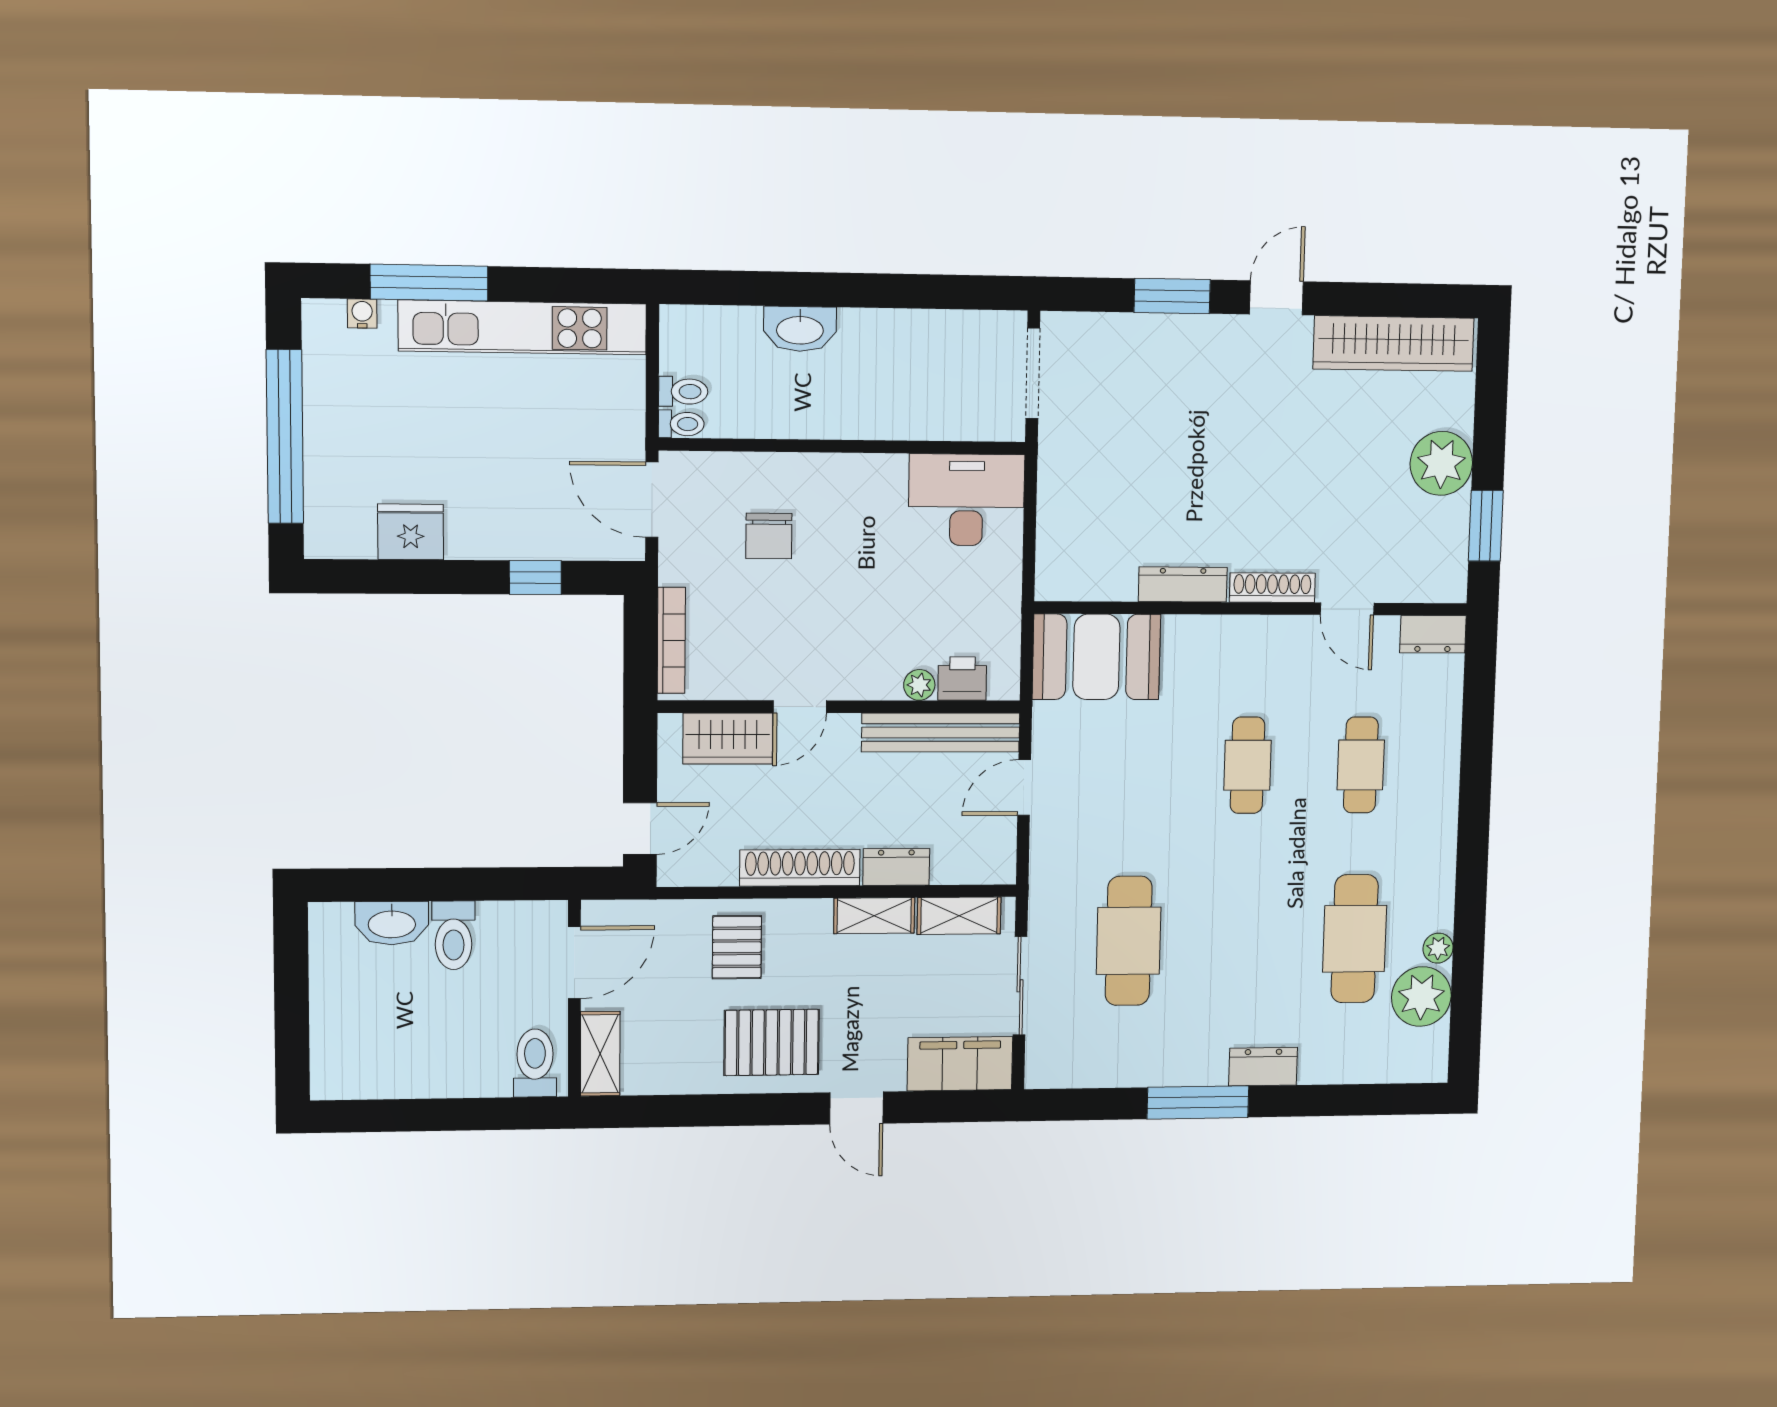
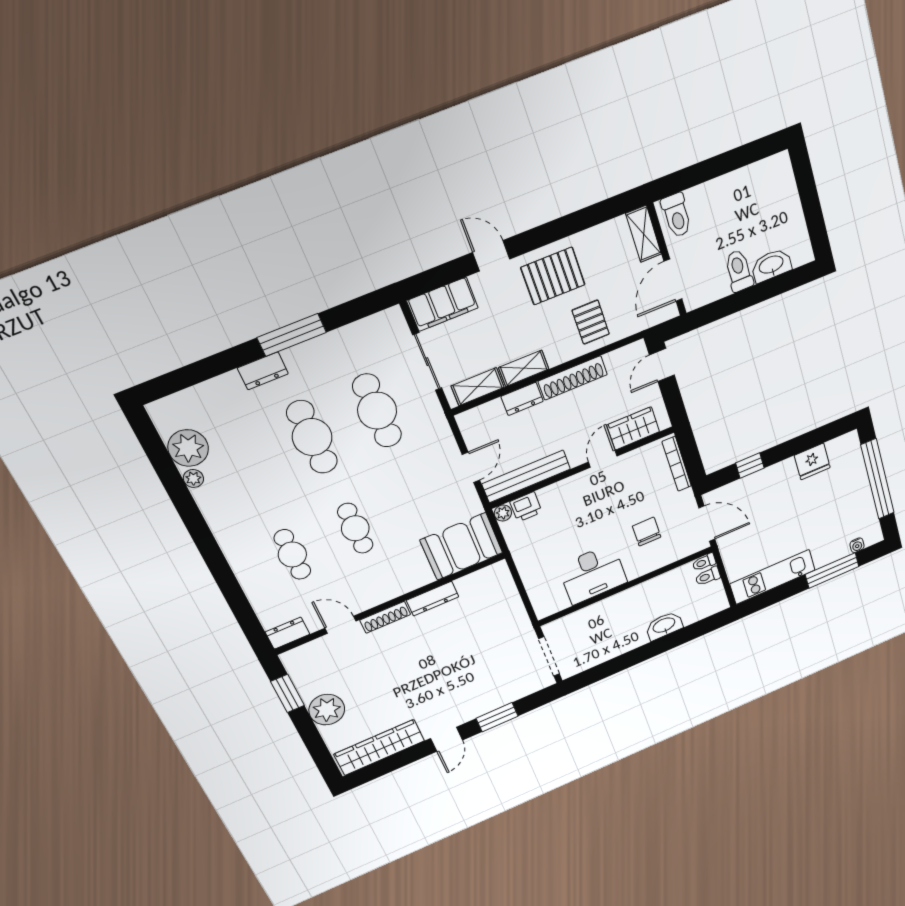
kitchen unit: (523, 327) -> (773, 577), width x0.73
desk: (966, 500) -> (593, 574), moved
plant: (919, 685) -> (503, 513), moved
cafe table: (1355, 939) -> (312, 437), moved

